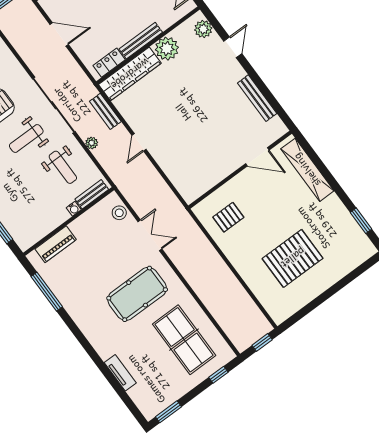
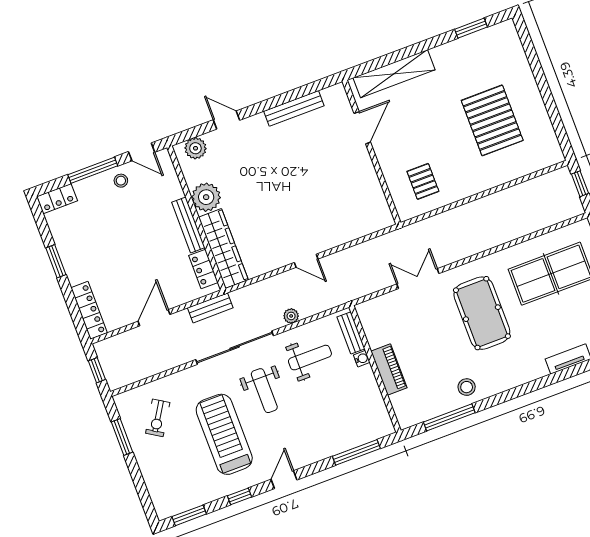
bench: (105, 111) -> (210, 308), moved
stool: (119, 213) -> (467, 387), moved
piano: (56, 244) -> (389, 370), moved

